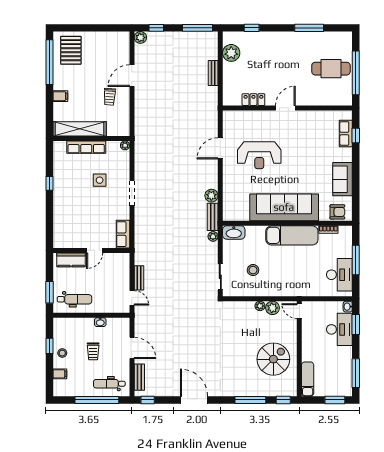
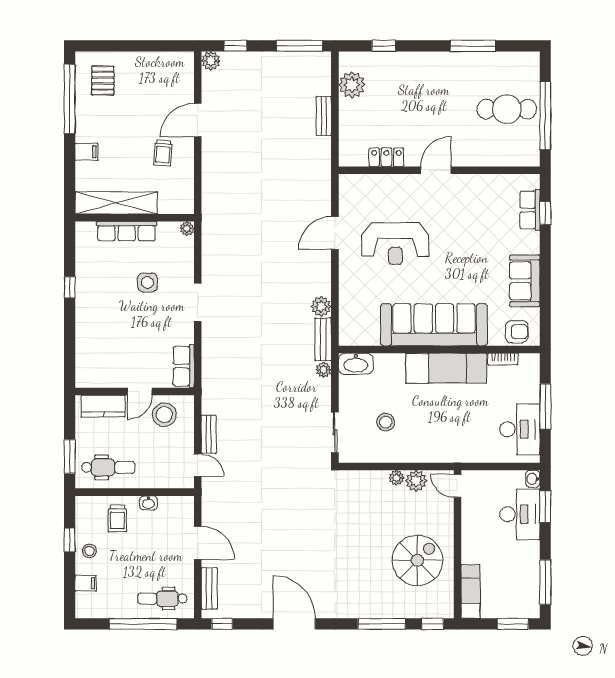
pallet: (71, 50) -> (103, 81), width x0.67, depth x0.71
stool: (110, 265) -> (164, 415), added
trolley: (93, 351) -> (117, 519), moved

